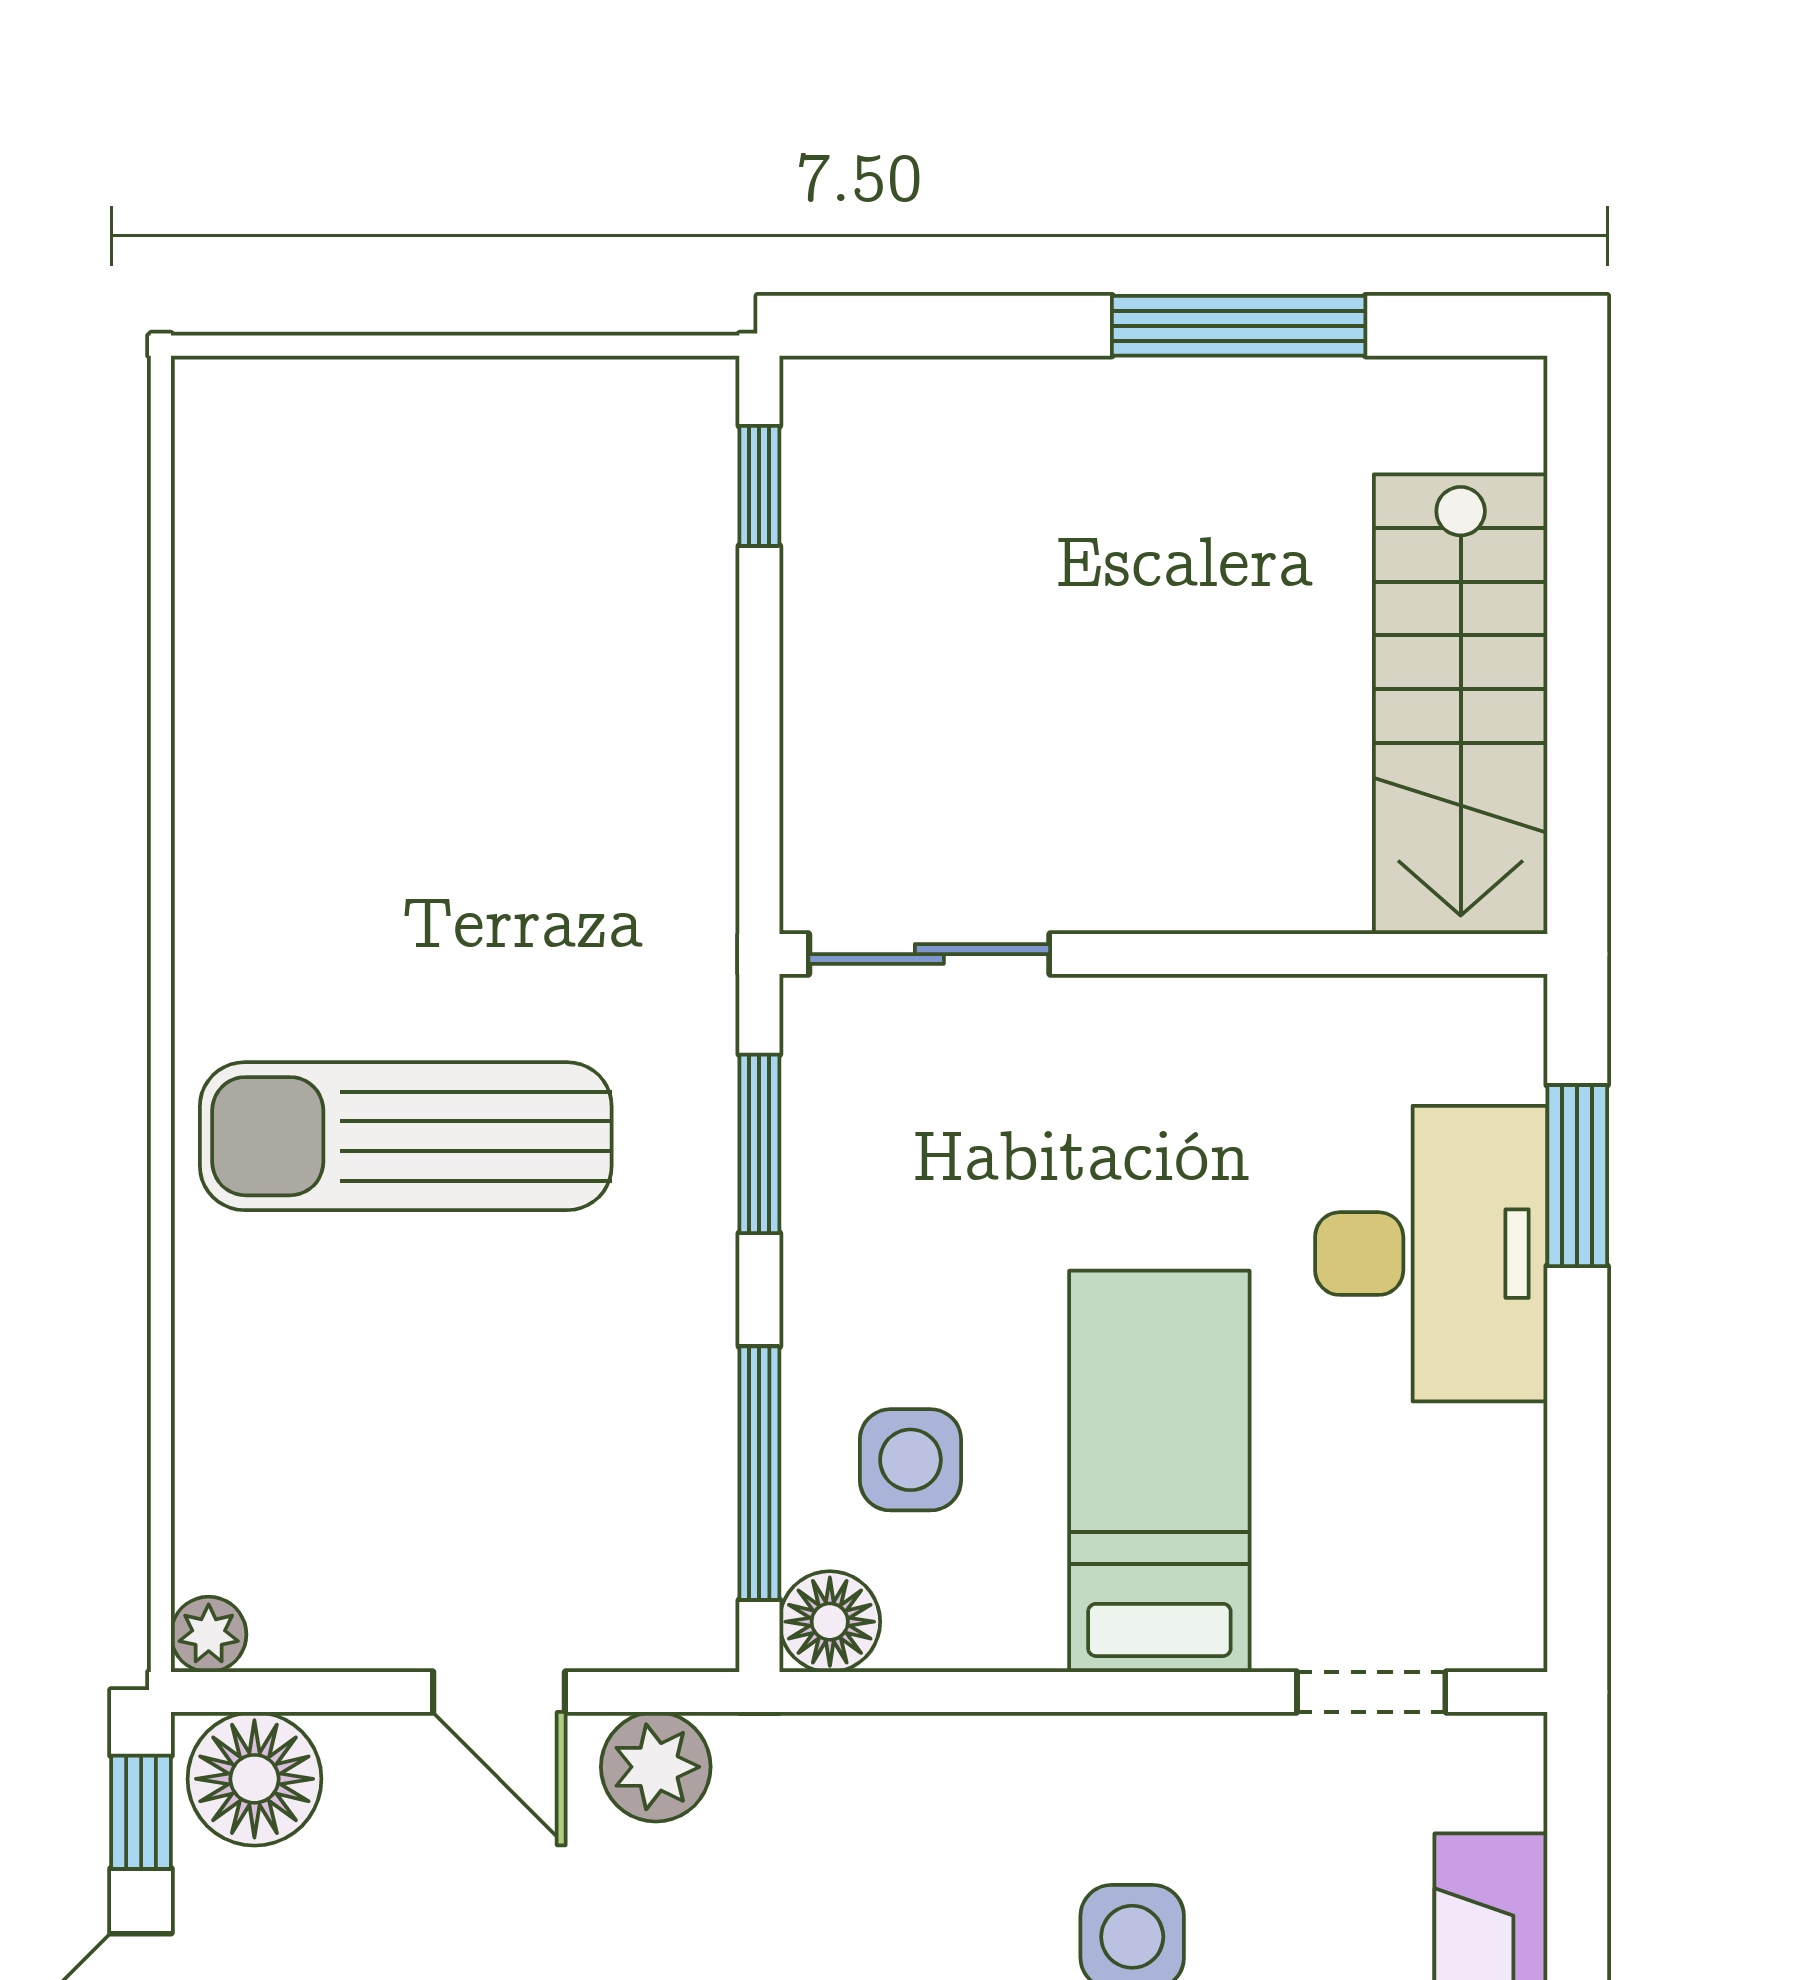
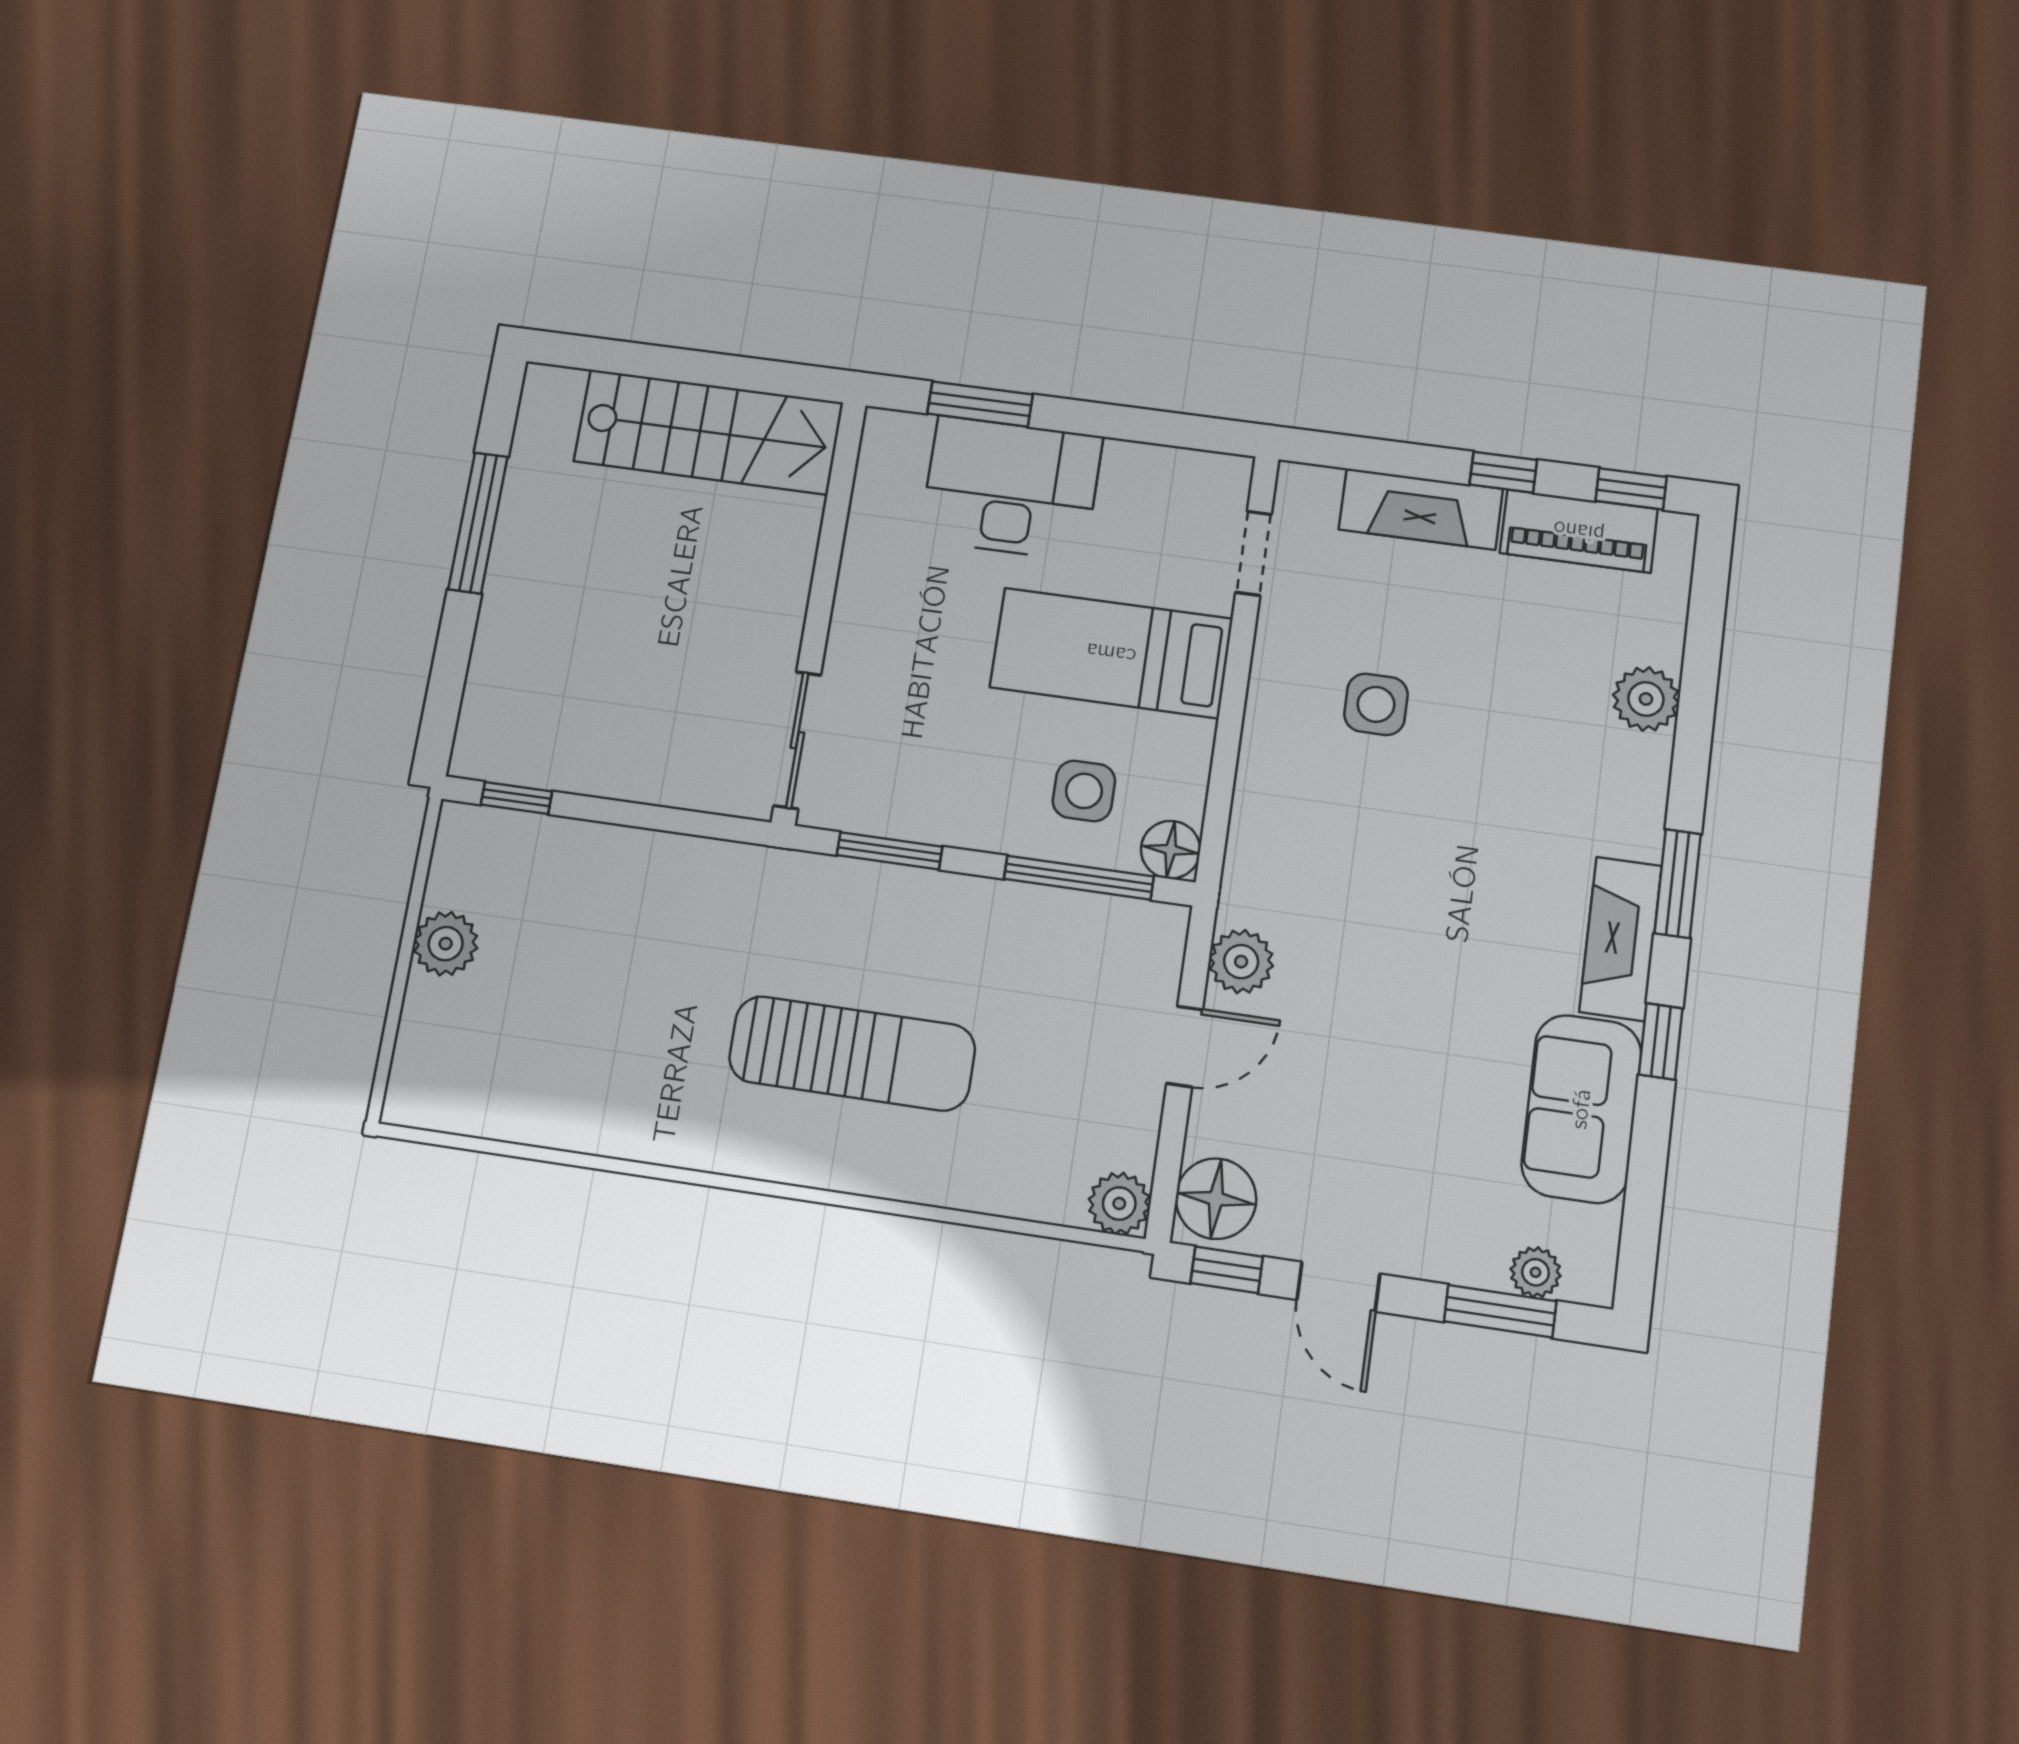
plant: (491, 412) -> (446, 944), added
sun lounger: (406, 1136) -> (852, 1053), turned -90
plant: (209, 1634) -> (1119, 1204), width x1.38, depth x1.38

